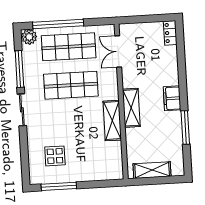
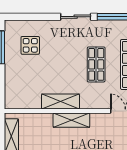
shop shelf: (71, 85) -> (96, 64), width x0.70, depth x0.74

